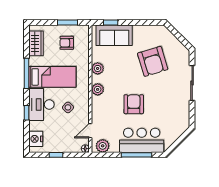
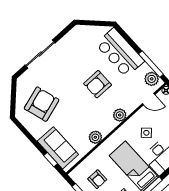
armchair: (153, 61) -> (42, 104), moved
plant: (98, 89) -> (120, 115), moved
window: (137, 155) -> (151, 64), moved

